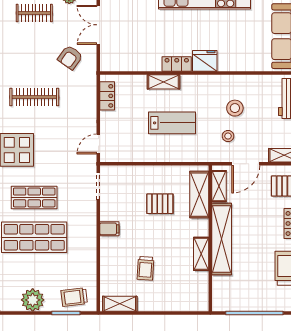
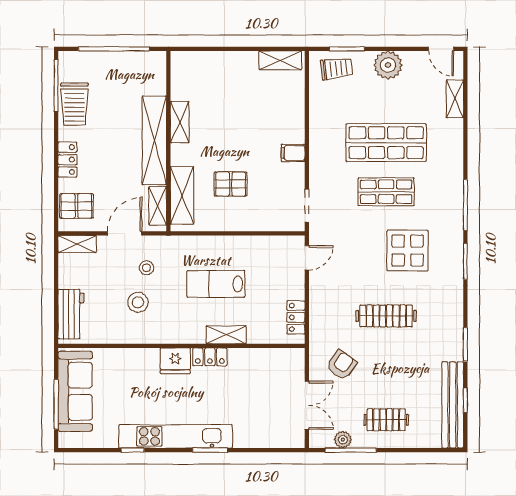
trolley: (146, 268) -> (248, 104), removed

